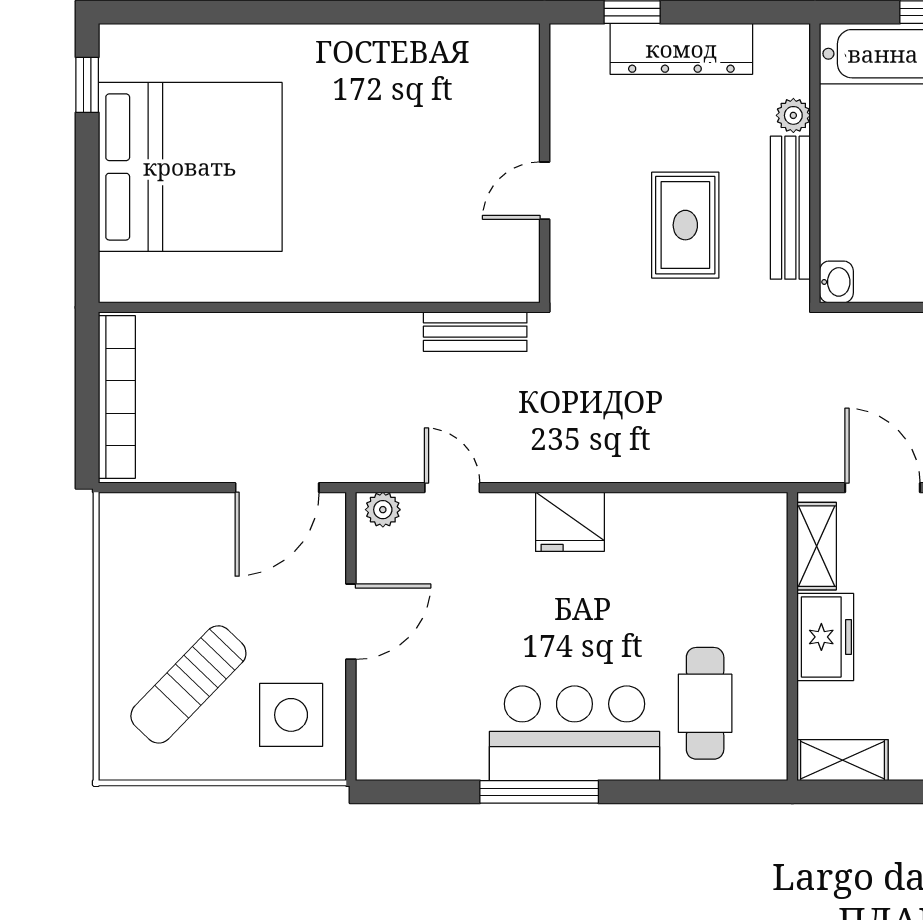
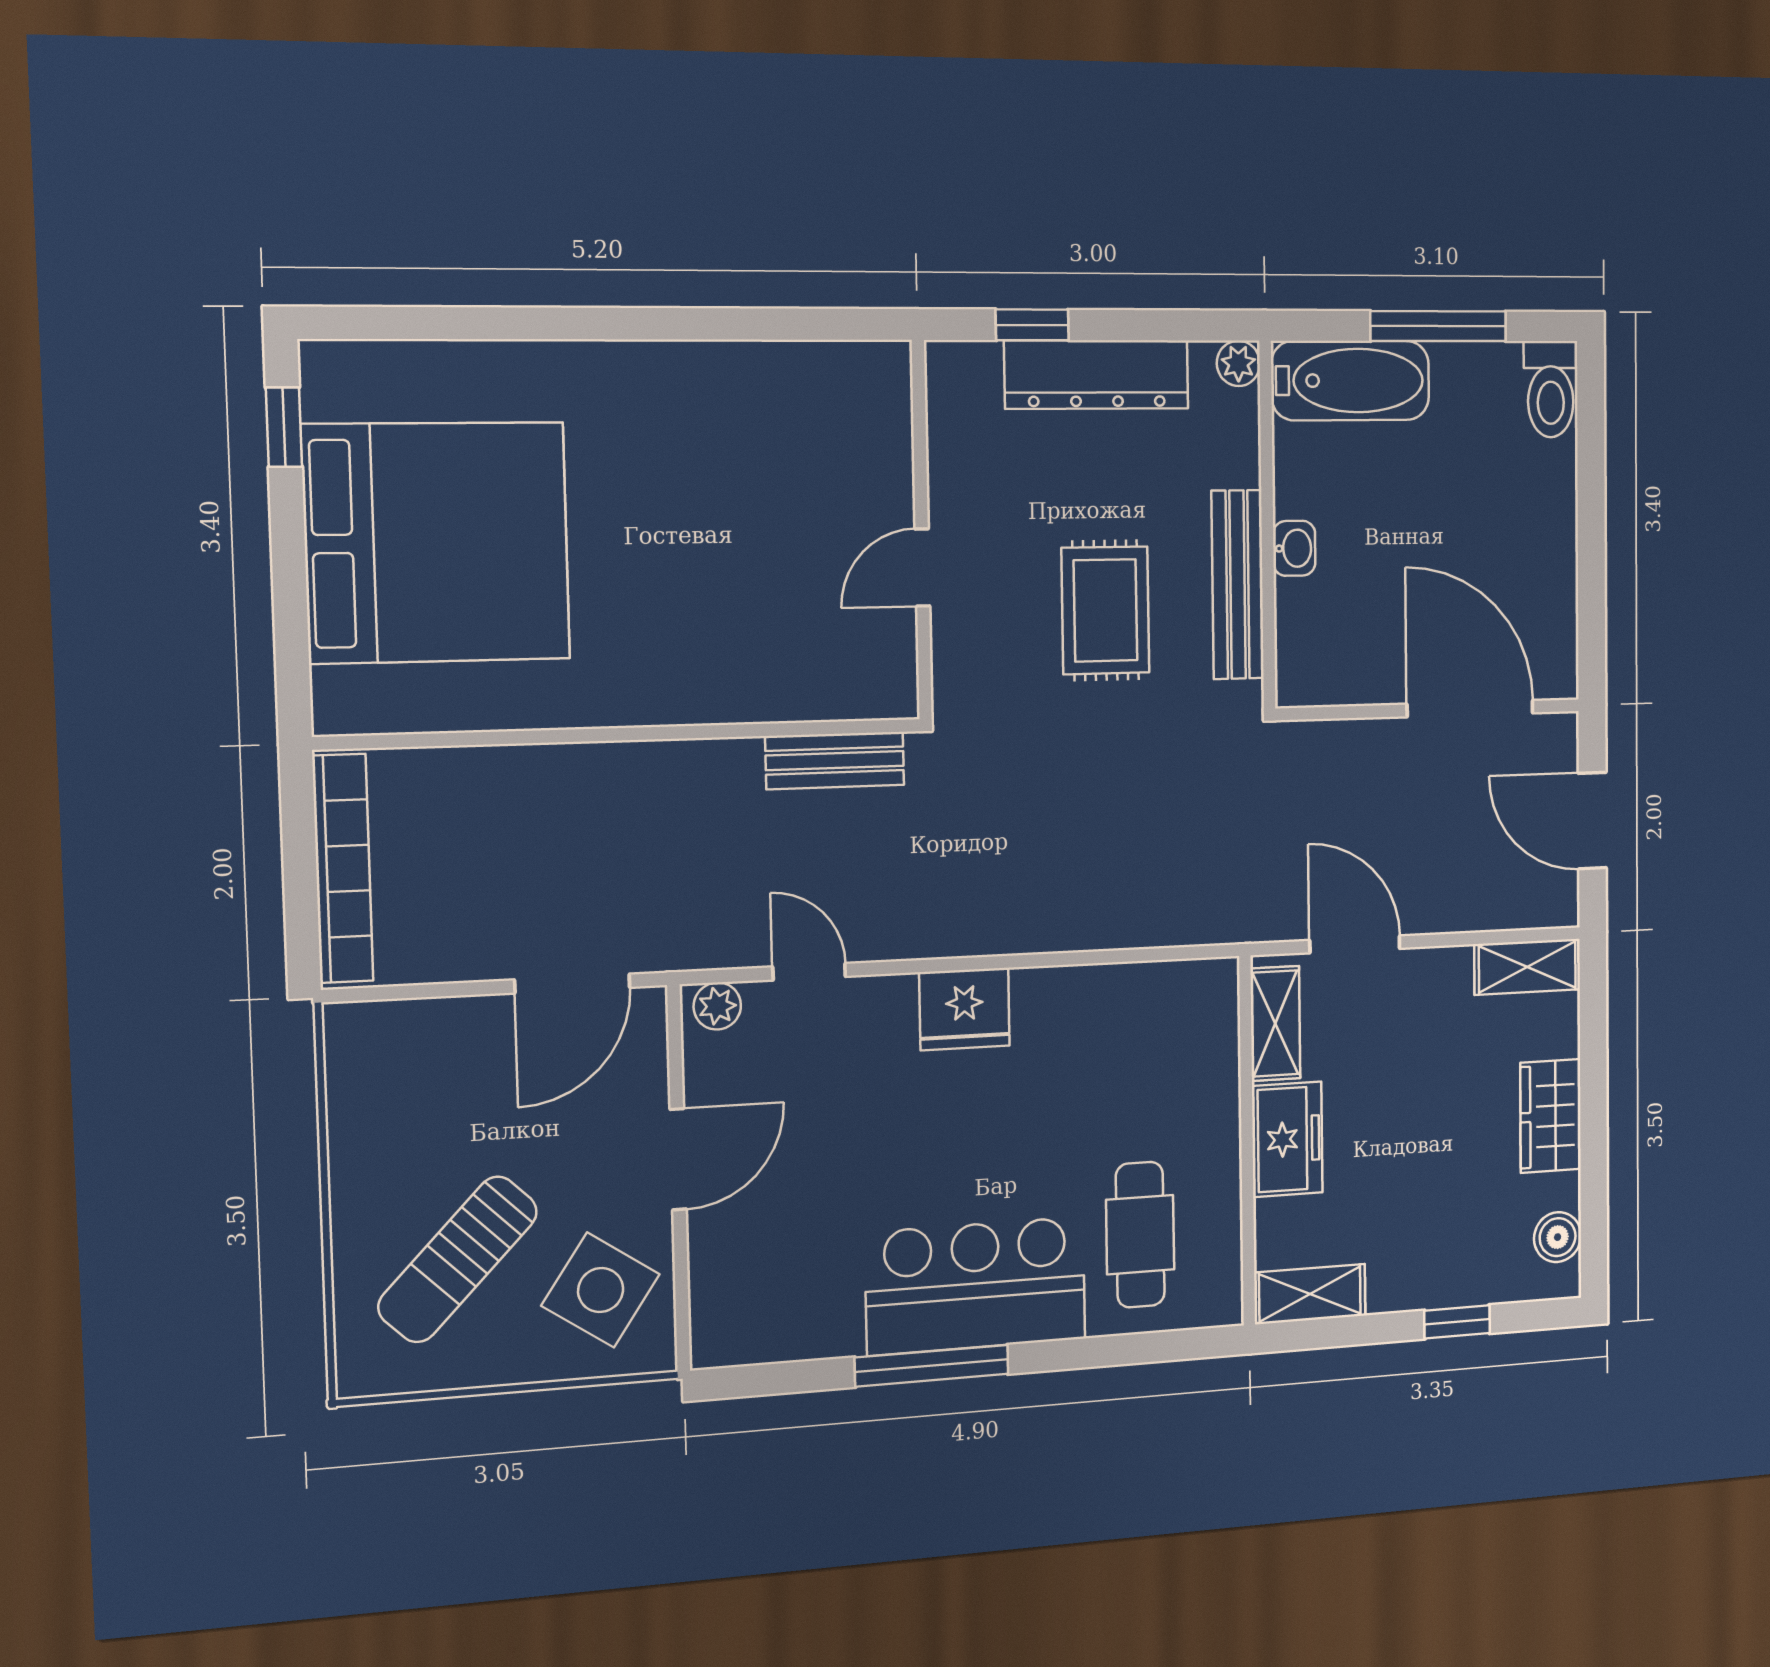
plant: (793, 115) -> (1238, 363), moved
washbasin: (836, 282) -> (1294, 548), moved
side table: (291, 715) -> (601, 1290), turned 34

